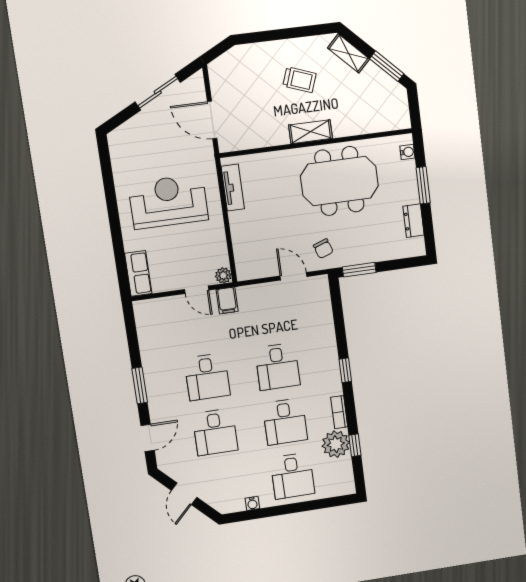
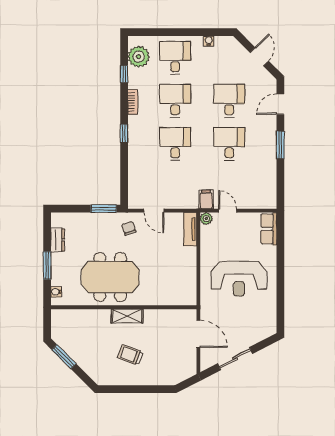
shelving: (348, 53) -> (91, 369), removed
tv unit: (233, 187) -> (190, 229), moved
plant: (336, 444) -> (139, 57), moved

